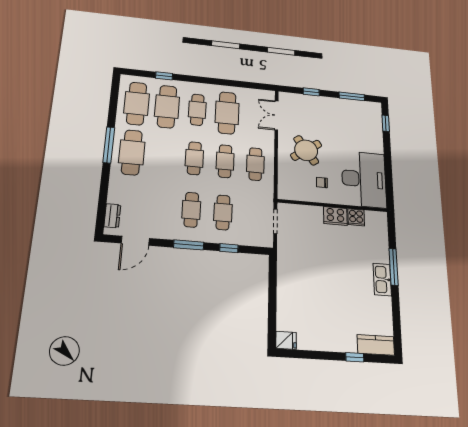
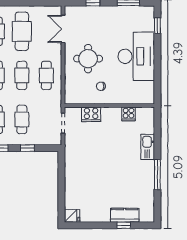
round table: (306, 150) -> (88, 59), turned 35
desk: (364, 179) -> (136, 56), moved
cooker: (335, 216) -> (91, 114), moved
window: (394, 267) -> (157, 175), moved
kitchen sink: (382, 279) -> (148, 147), moved
kitchen counter: (376, 345) -> (125, 215), moved

